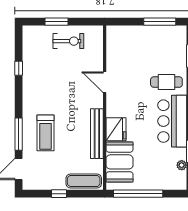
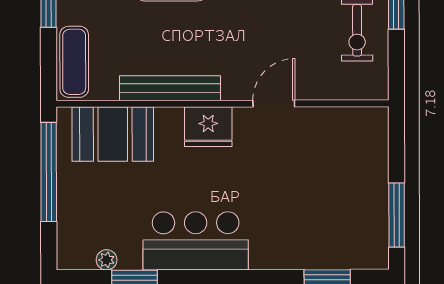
cafe table: (166, 82) -> (275, 229), removed
fridge: (116, 129) -> (208, 127), moved

